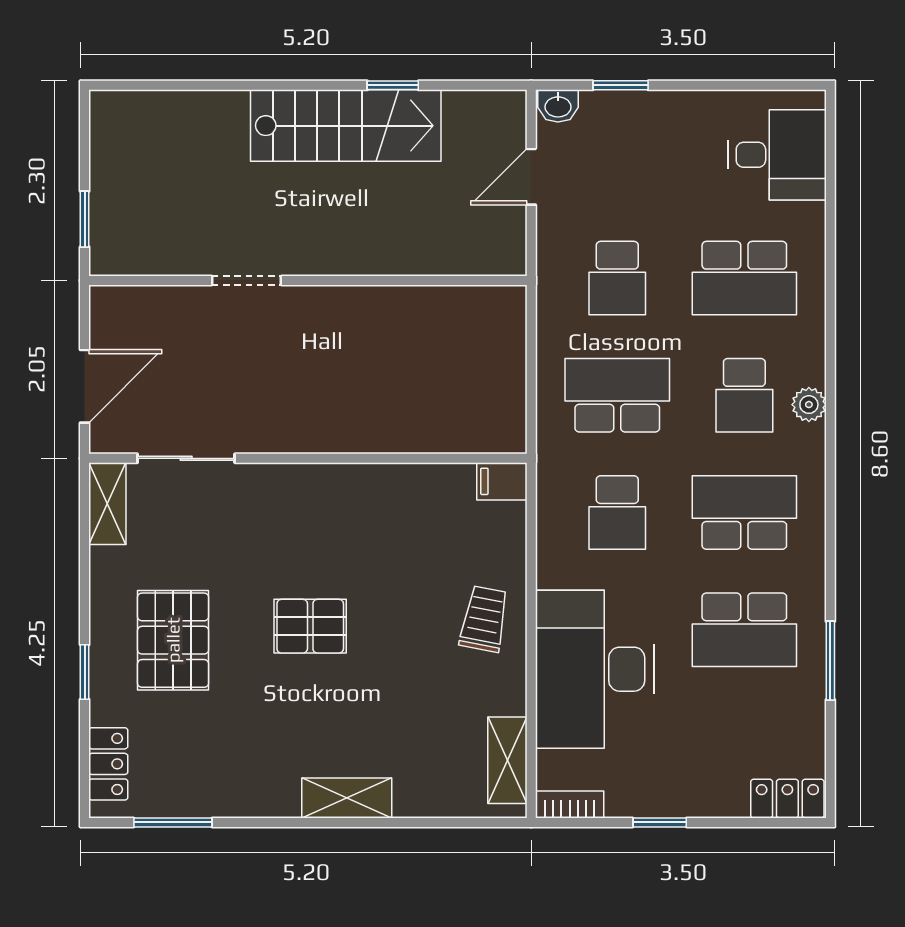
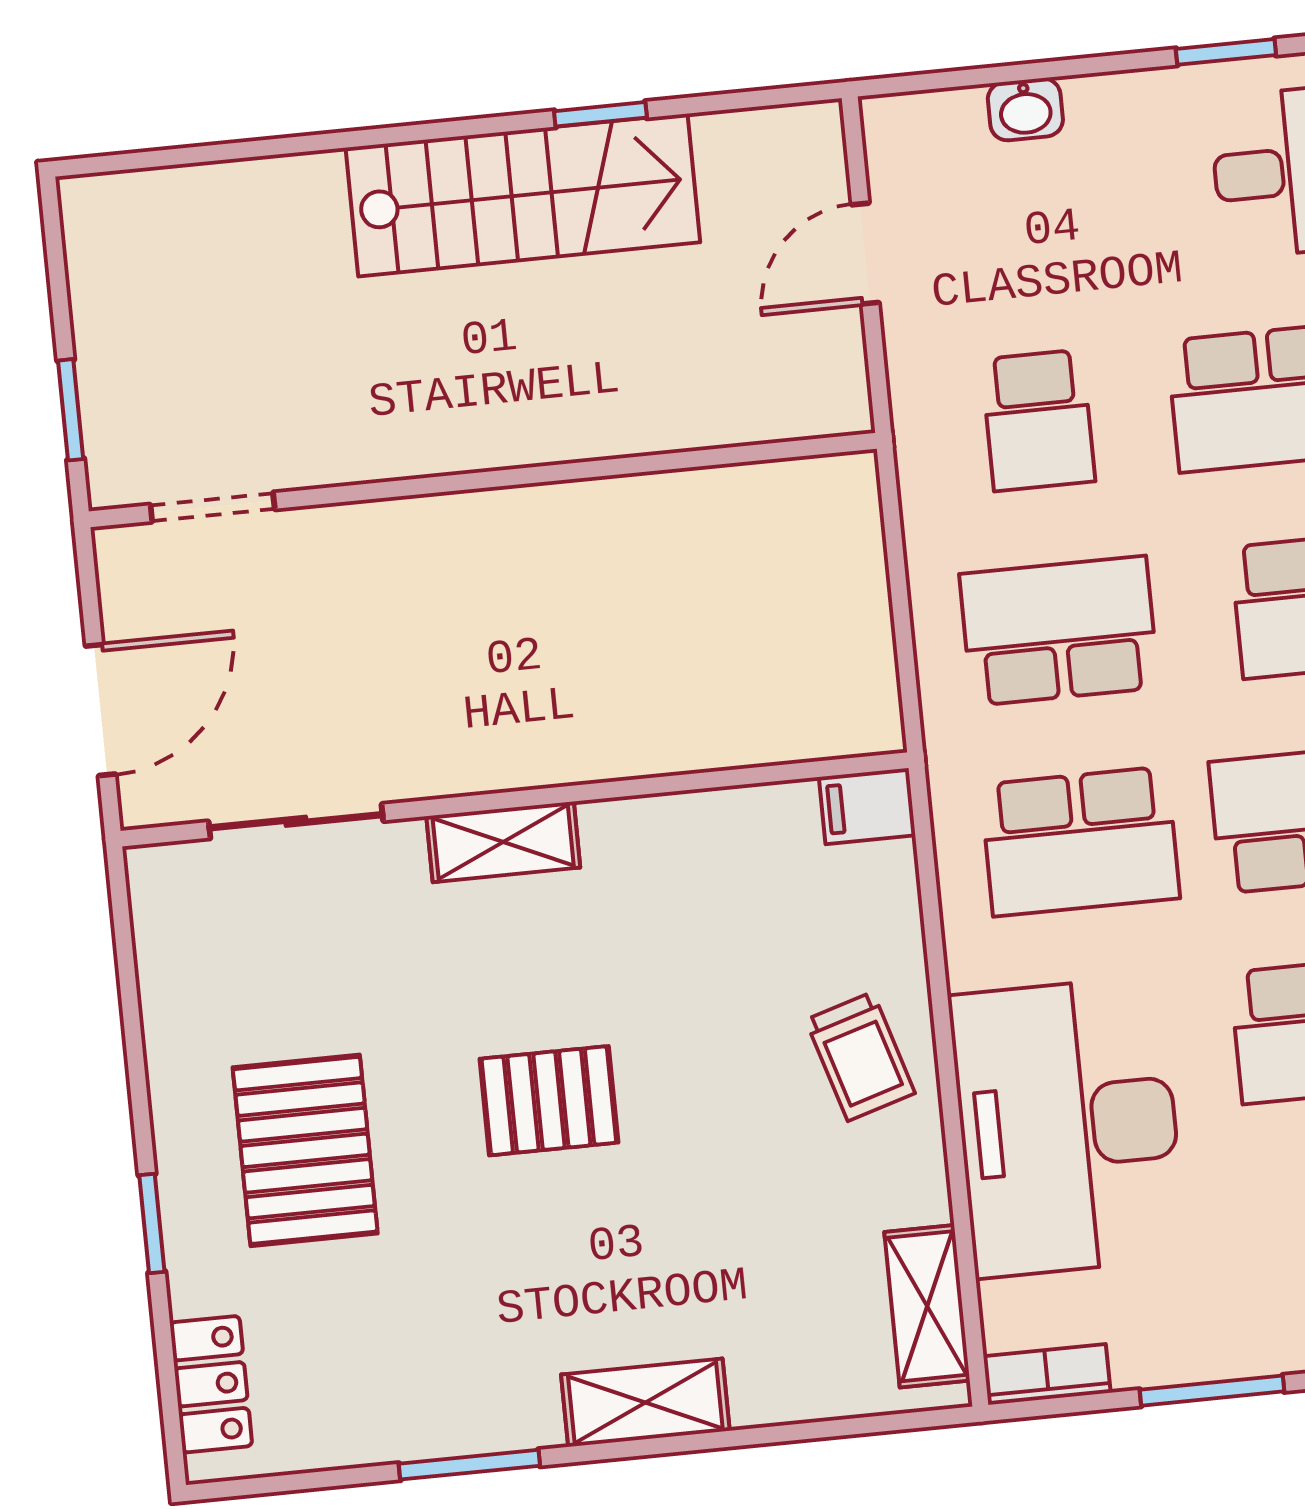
window: (621, 85) -> (1226, 52), moved
washbasin: (558, 106) -> (1025, 109), moved
doorway: (247, 280) -> (213, 507), moved
shelving: (107, 504) -> (503, 842), moved, turned 90
school desk: (617, 513) -> (1080, 841), width x1.85
trolley: (484, 619) -> (860, 1056), turned 152
window: (173, 822) -> (469, 1465), moved
window: (660, 822) -> (1212, 1391), width x1.50

